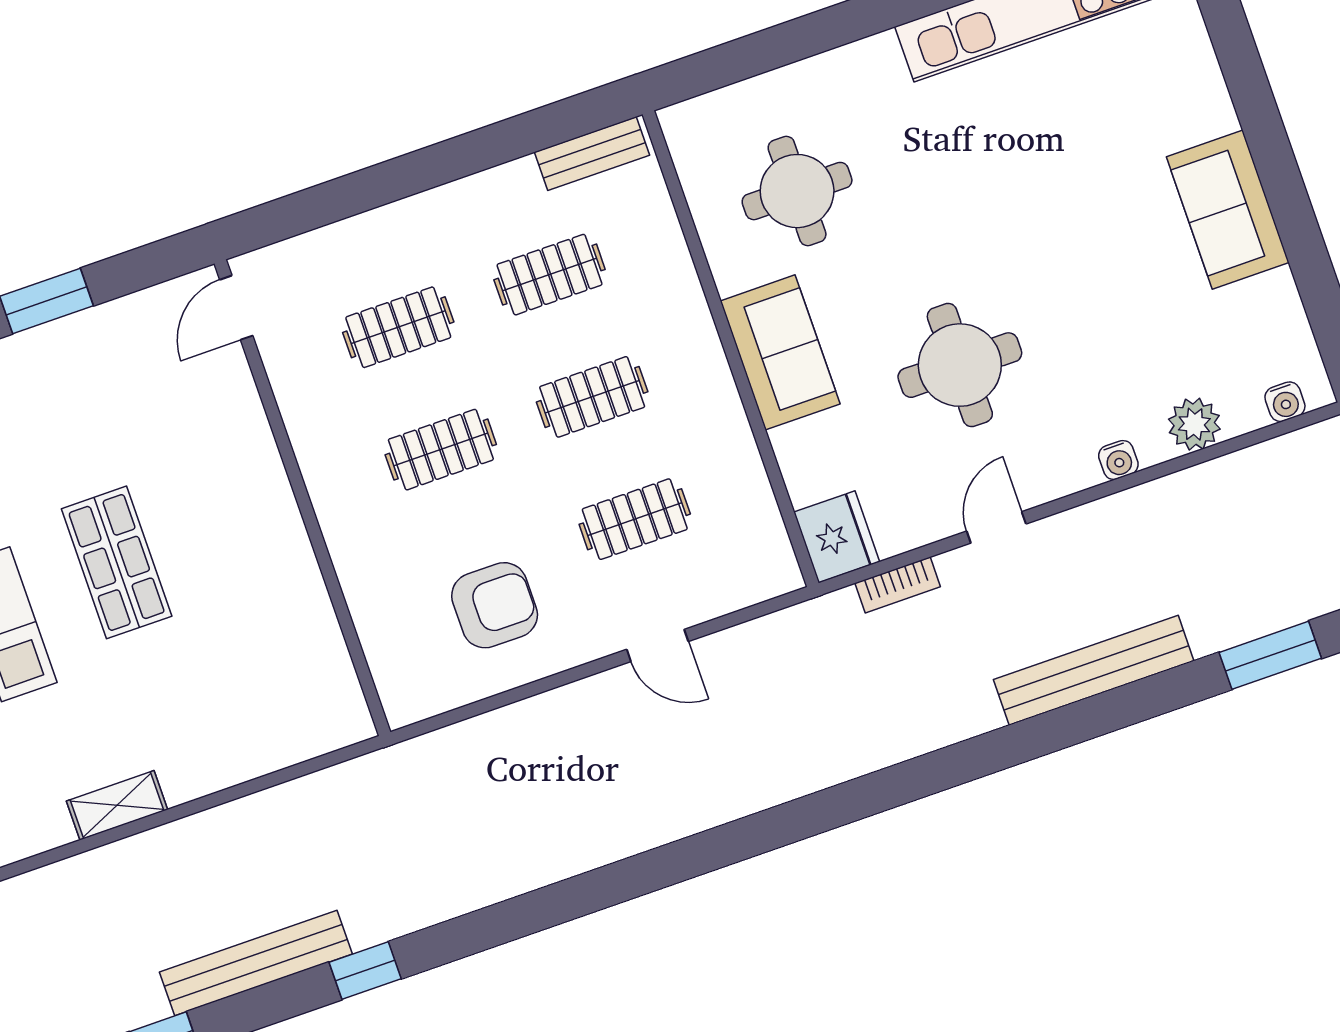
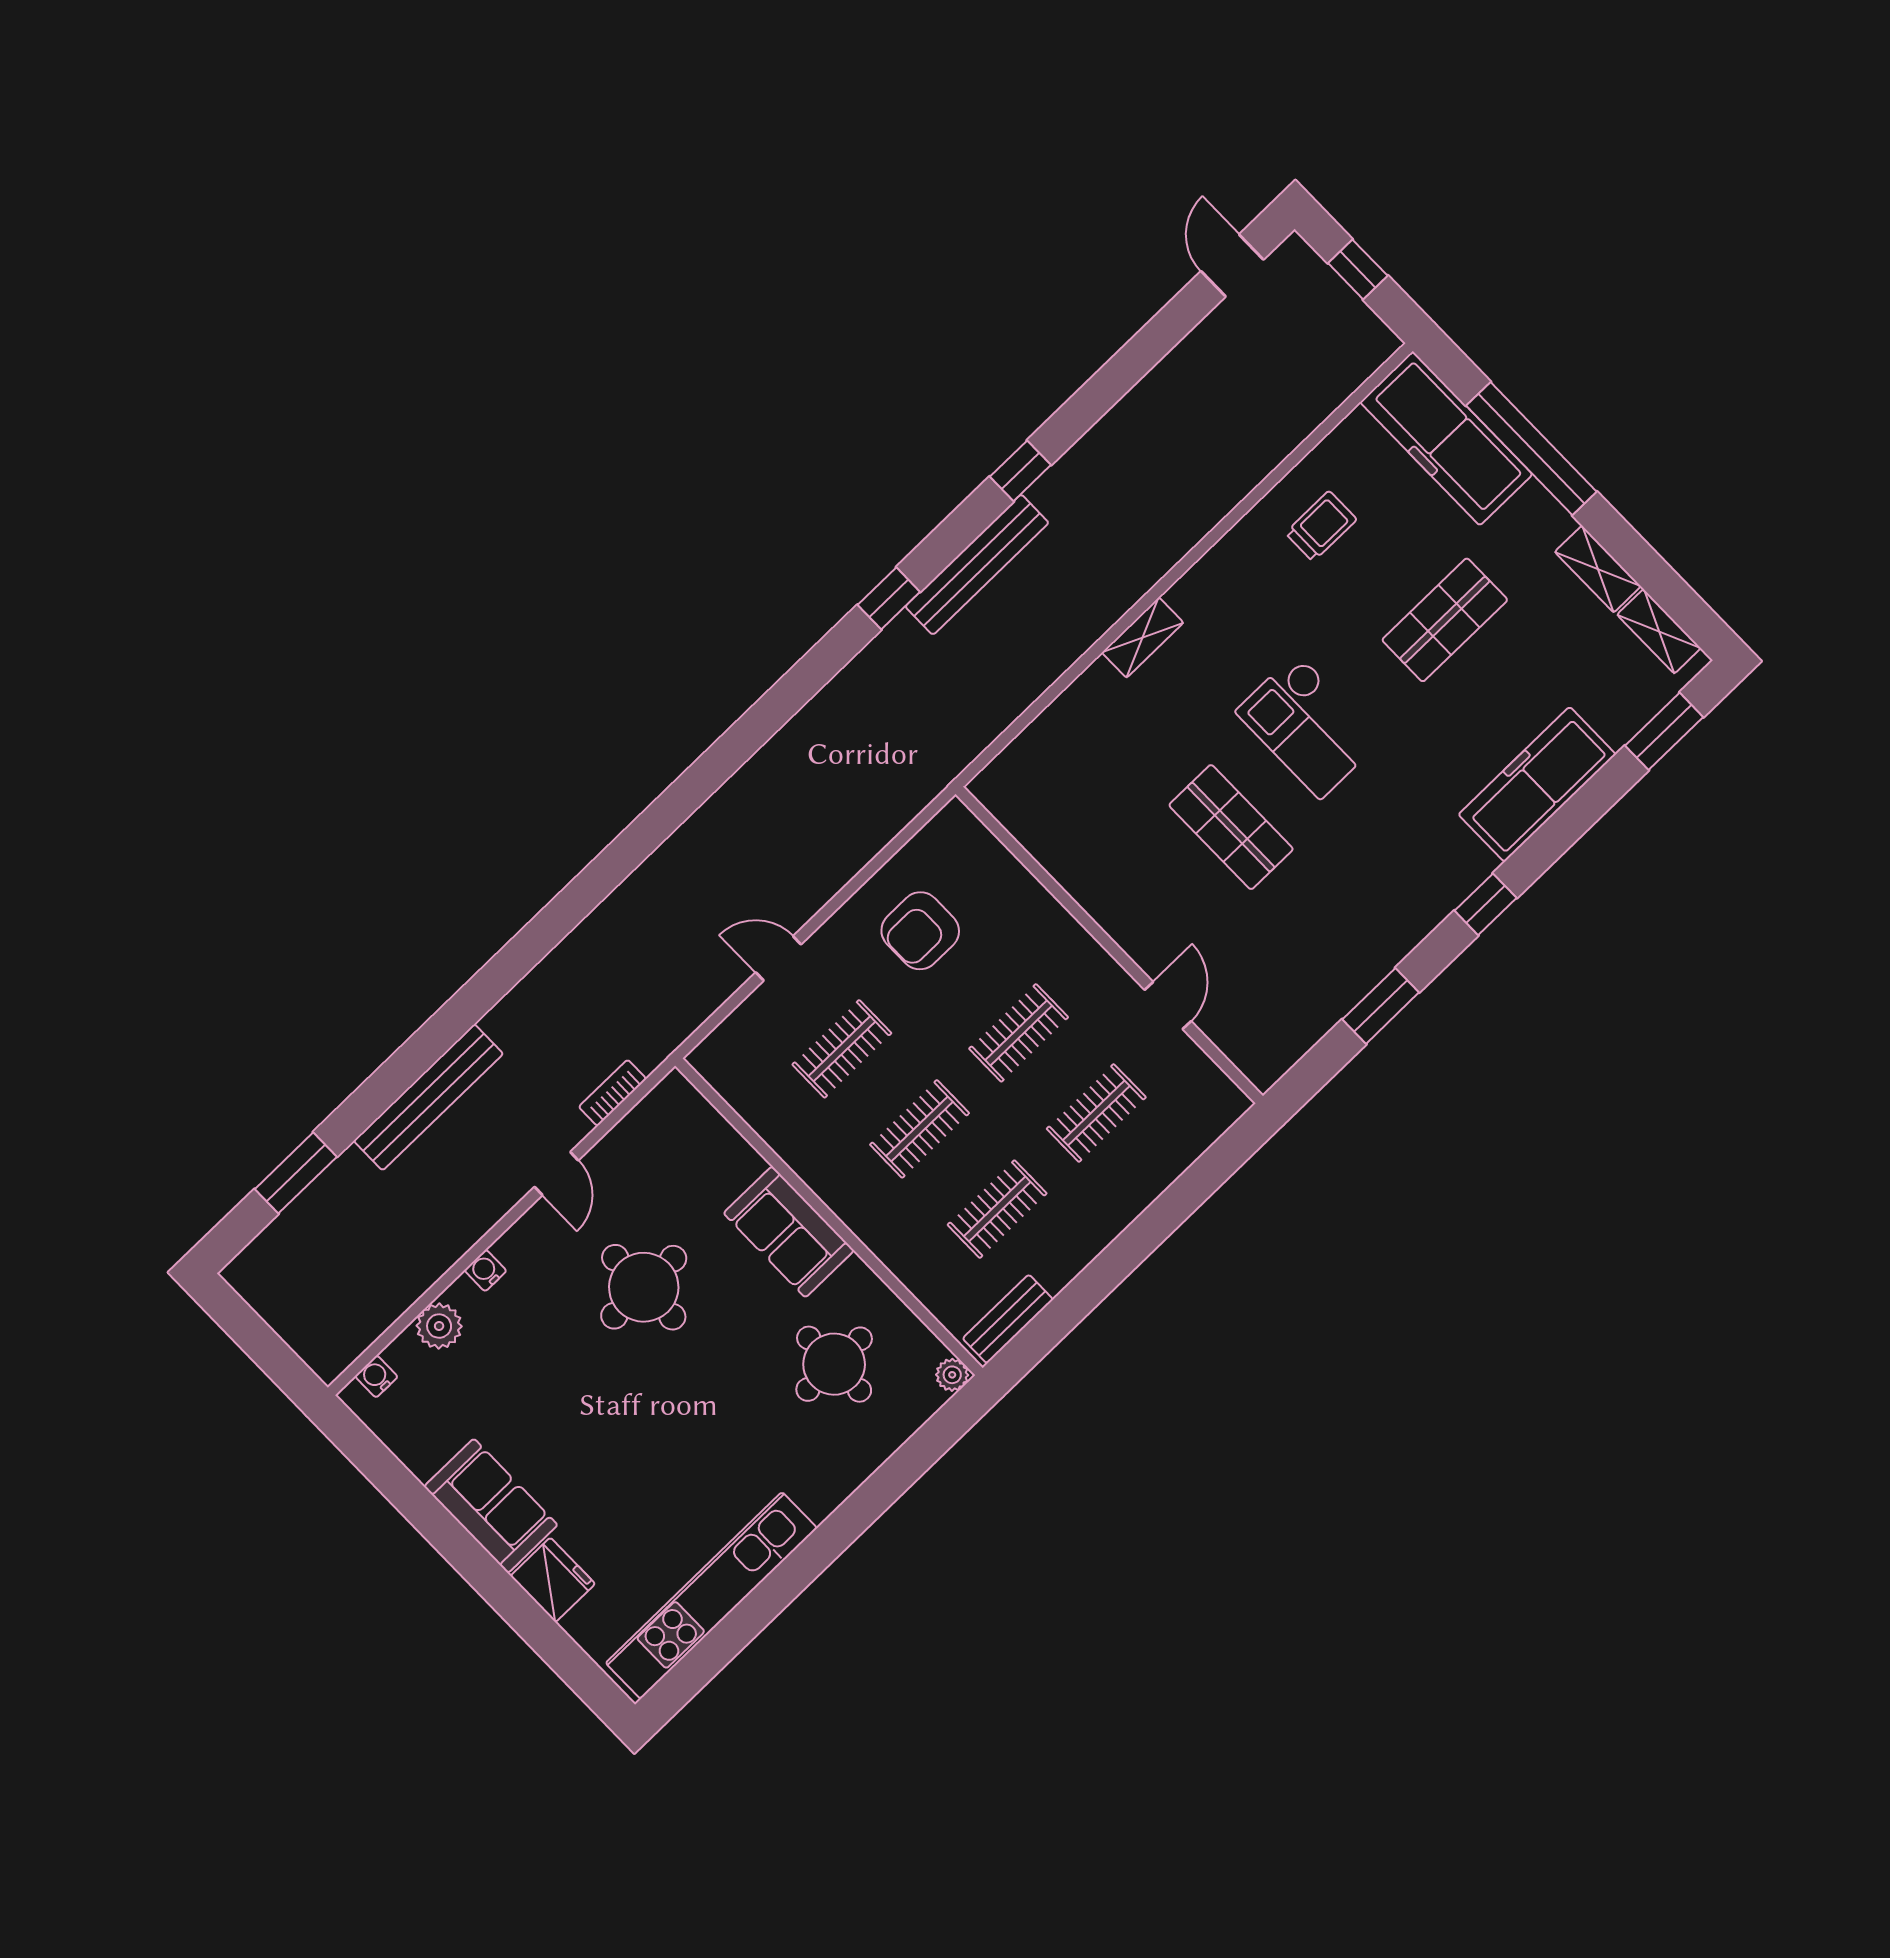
plant: (678, 122) -> (952, 1375), added
door: (236, 308) -> (1168, 1006), moved
fridge: (837, 537) -> (553, 1580), moved, turned 180

